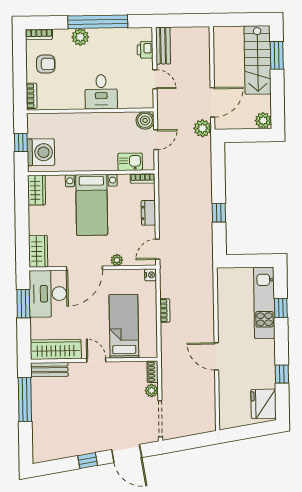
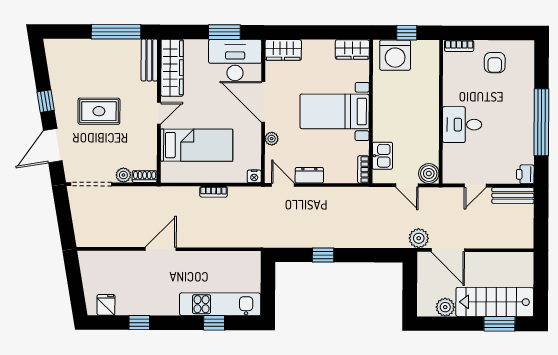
bookcase: (39, 34) -> (528, 55), removed
plant: (80, 37) -> (524, 102), removed
printer: (145, 50) -> (525, 174), moved, turned -90
plant: (263, 121) -> (445, 307), moved
dresser: (148, 213) -> (309, 175), moved
fridge: (263, 404) -> (106, 305), width x0.53, depth x0.75
rug: (95, 413) -> (99, 111), added

